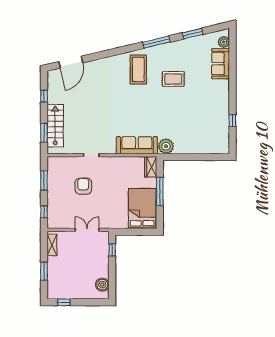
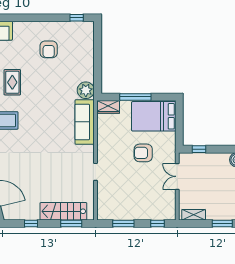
armchair: (203, 112) -> (49, 49), added
window: (232, 121) -> (77, 18), moved
armchair: (83, 186) -> (143, 153), moved

